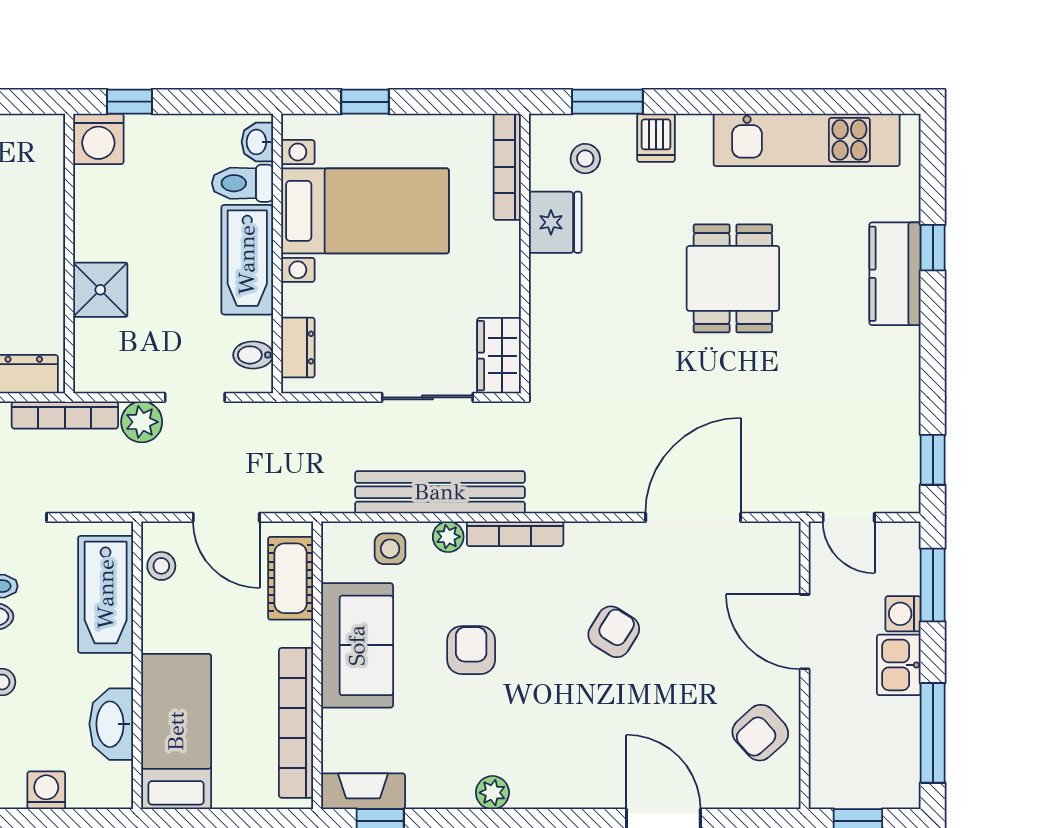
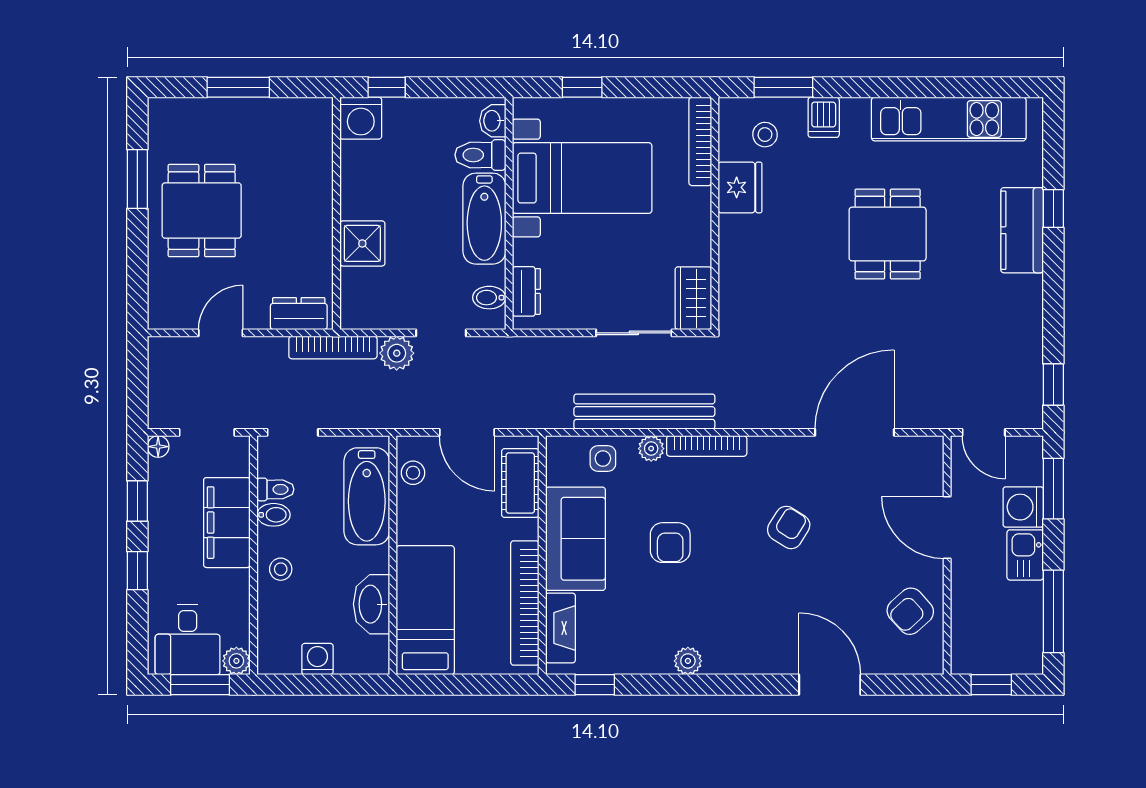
washing machine: (903, 614) -> (1023, 507), width x1.38, depth x1.38
armchair: (471, 650) -> (670, 543), turned 180
fireplace: (363, 791) -> (560, 628), moved, turned 90

